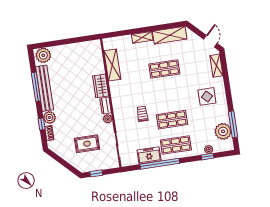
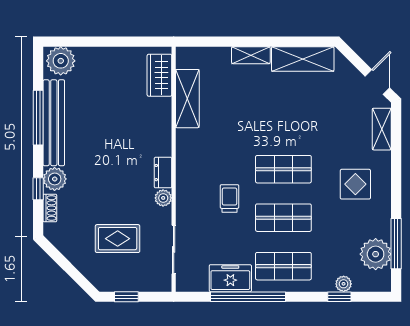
shop shelf: (164, 69) -> (283, 169), moved
wardrobe: (101, 86) -> (159, 75), moved

